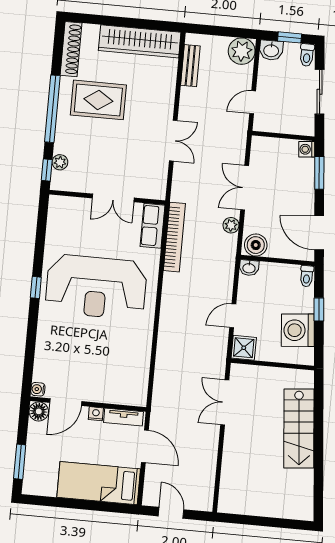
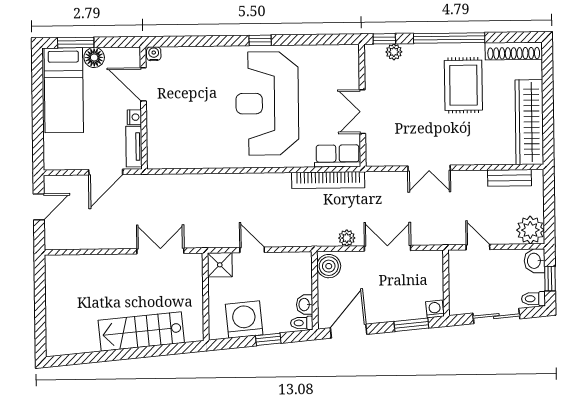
washbasin: (249, 268) -> (305, 305), moved
floor lamp: (39, 411) -> (94, 57), moved
bed: (99, 483) -> (64, 90), moved, turned 180

